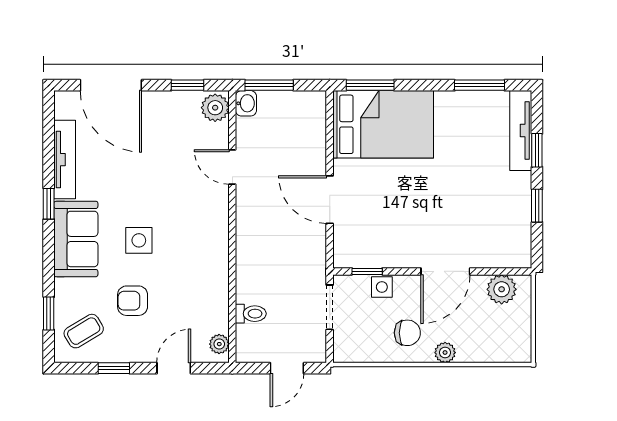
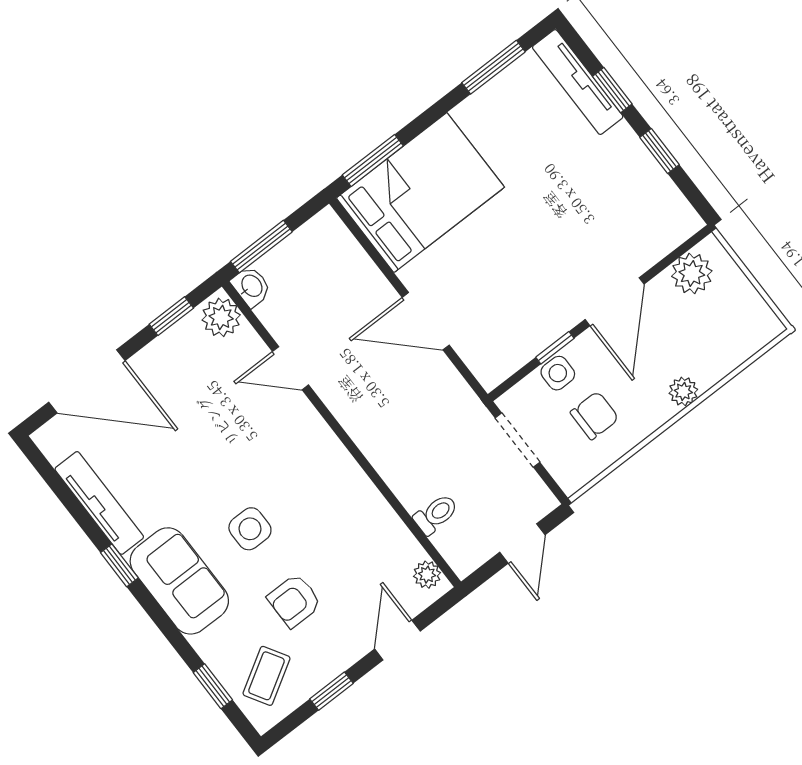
window: (367, 271) -> (555, 348), moved
chair: (407, 333) -> (595, 416), moved

